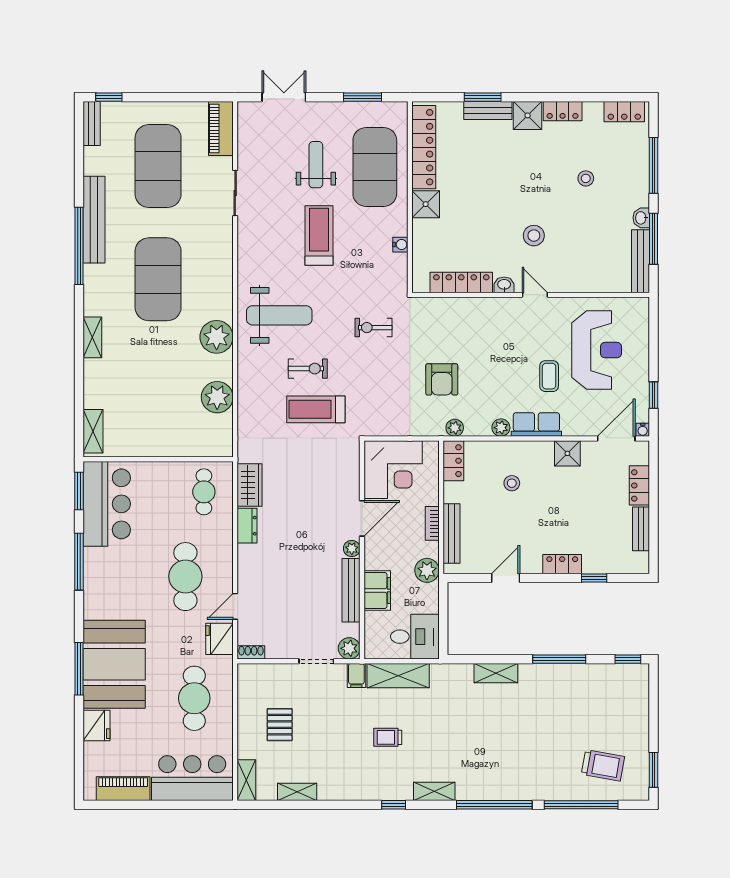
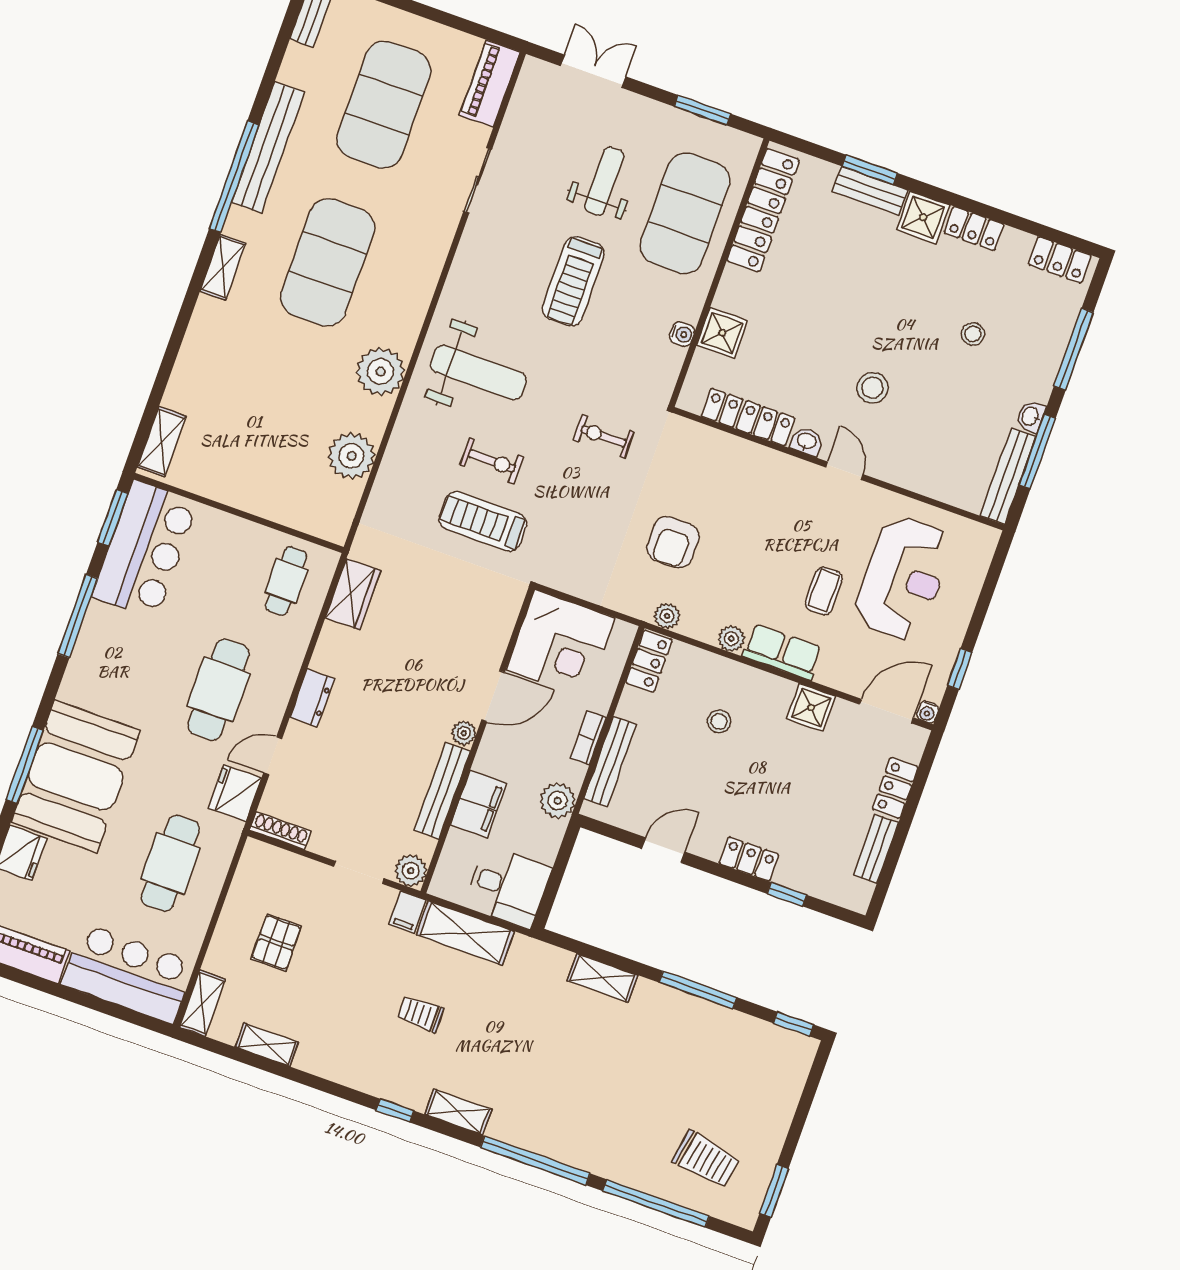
shower: (426, 204) -> (722, 333), moved
treadmill: (319, 236) -> (573, 281), turned 180
shelving: (92, 337) -> (223, 267), moved
dresser: (247, 526) -> (312, 698), moved
shoe rack: (251, 652) -> (280, 831), width x1.43

